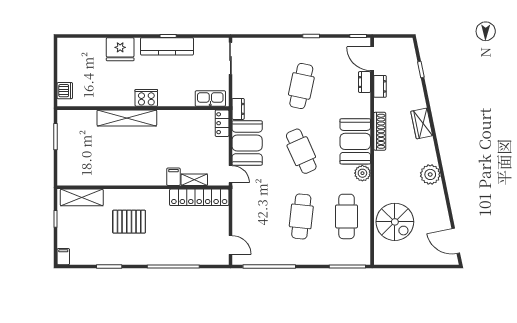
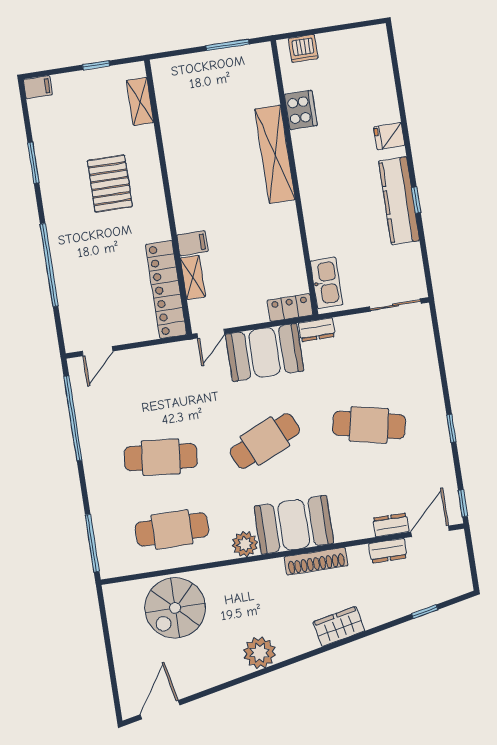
fridge: (120, 49) -> (389, 136), width x0.53, depth x0.75
cooker: (146, 98) -> (301, 110), moved
shelving: (82, 197) -> (140, 101), width x0.67, depth x0.75

